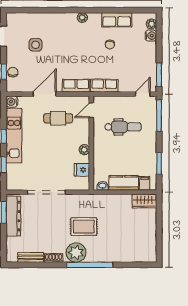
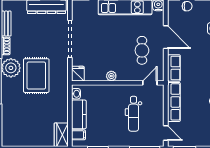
row of seats: (104, 86) -> (174, 102), width x1.48
door: (91, 110) -> (150, 83), hinge flipped
fridge: (82, 170) -> (78, 74), moved
rug: (84, 227) -> (36, 76), width x1.36, depth x1.43

